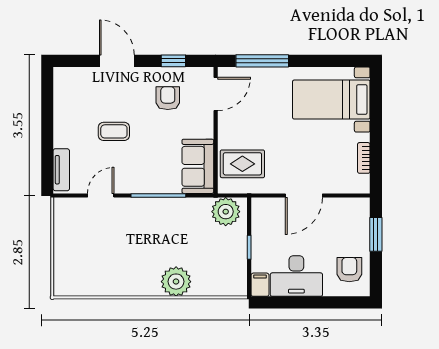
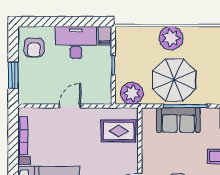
bookcase: (364, 158) -> (23, 136), width x1.56
sofa: (198, 166) -> (178, 120), moved, turned 90
door: (304, 195) -> (70, 106), width x0.73
parasol: (172, 228) -> (174, 80), added

